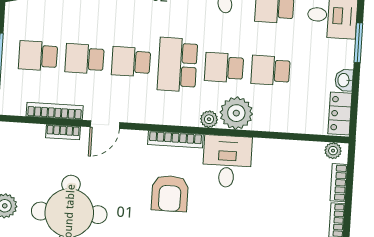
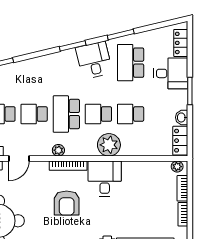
plant: (209, 119) -> (58, 150), moved

